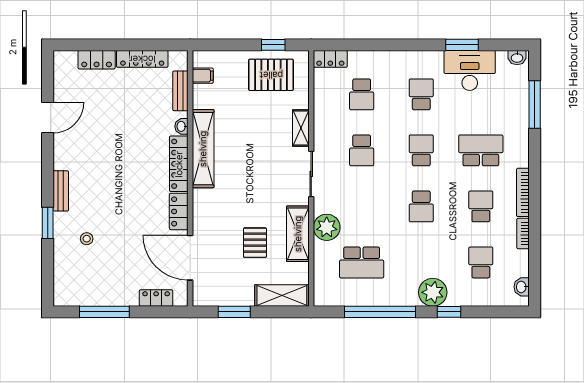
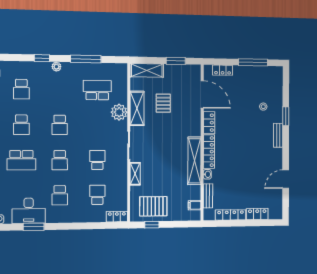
school desk: (421, 206) -> (60, 125), turned 180
plant: (433, 292) -> (56, 67), width x0.53, depth x0.53
window: (380, 312) -> (86, 59), width x0.68

